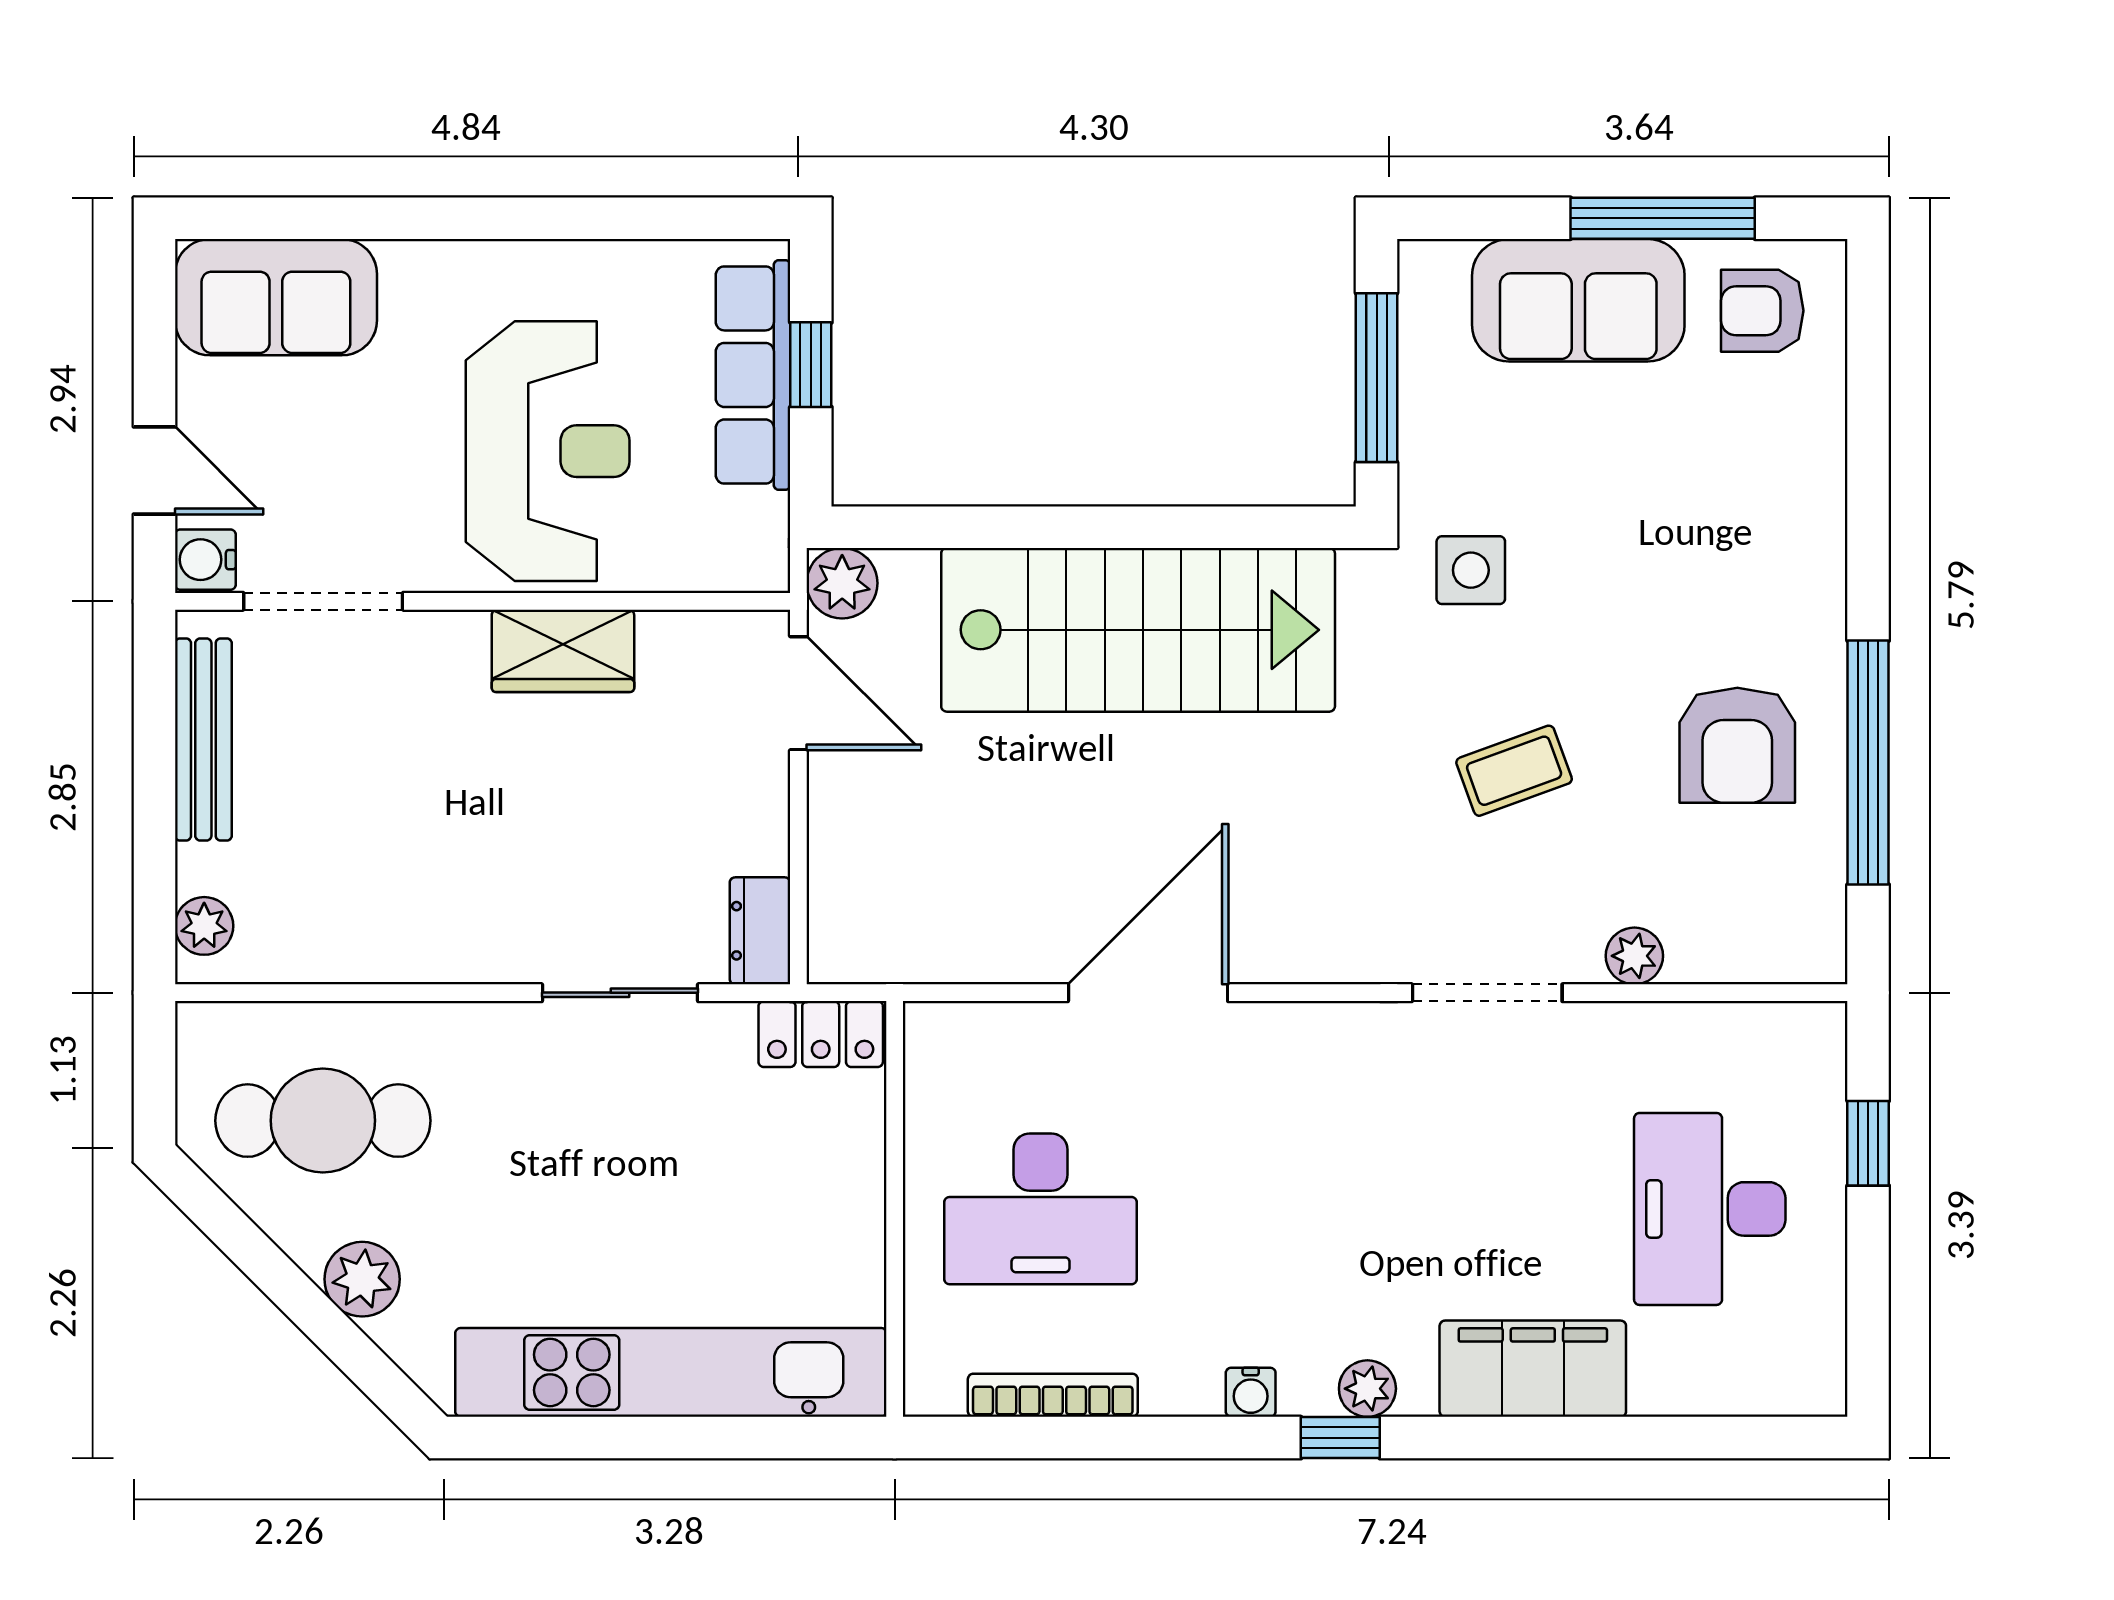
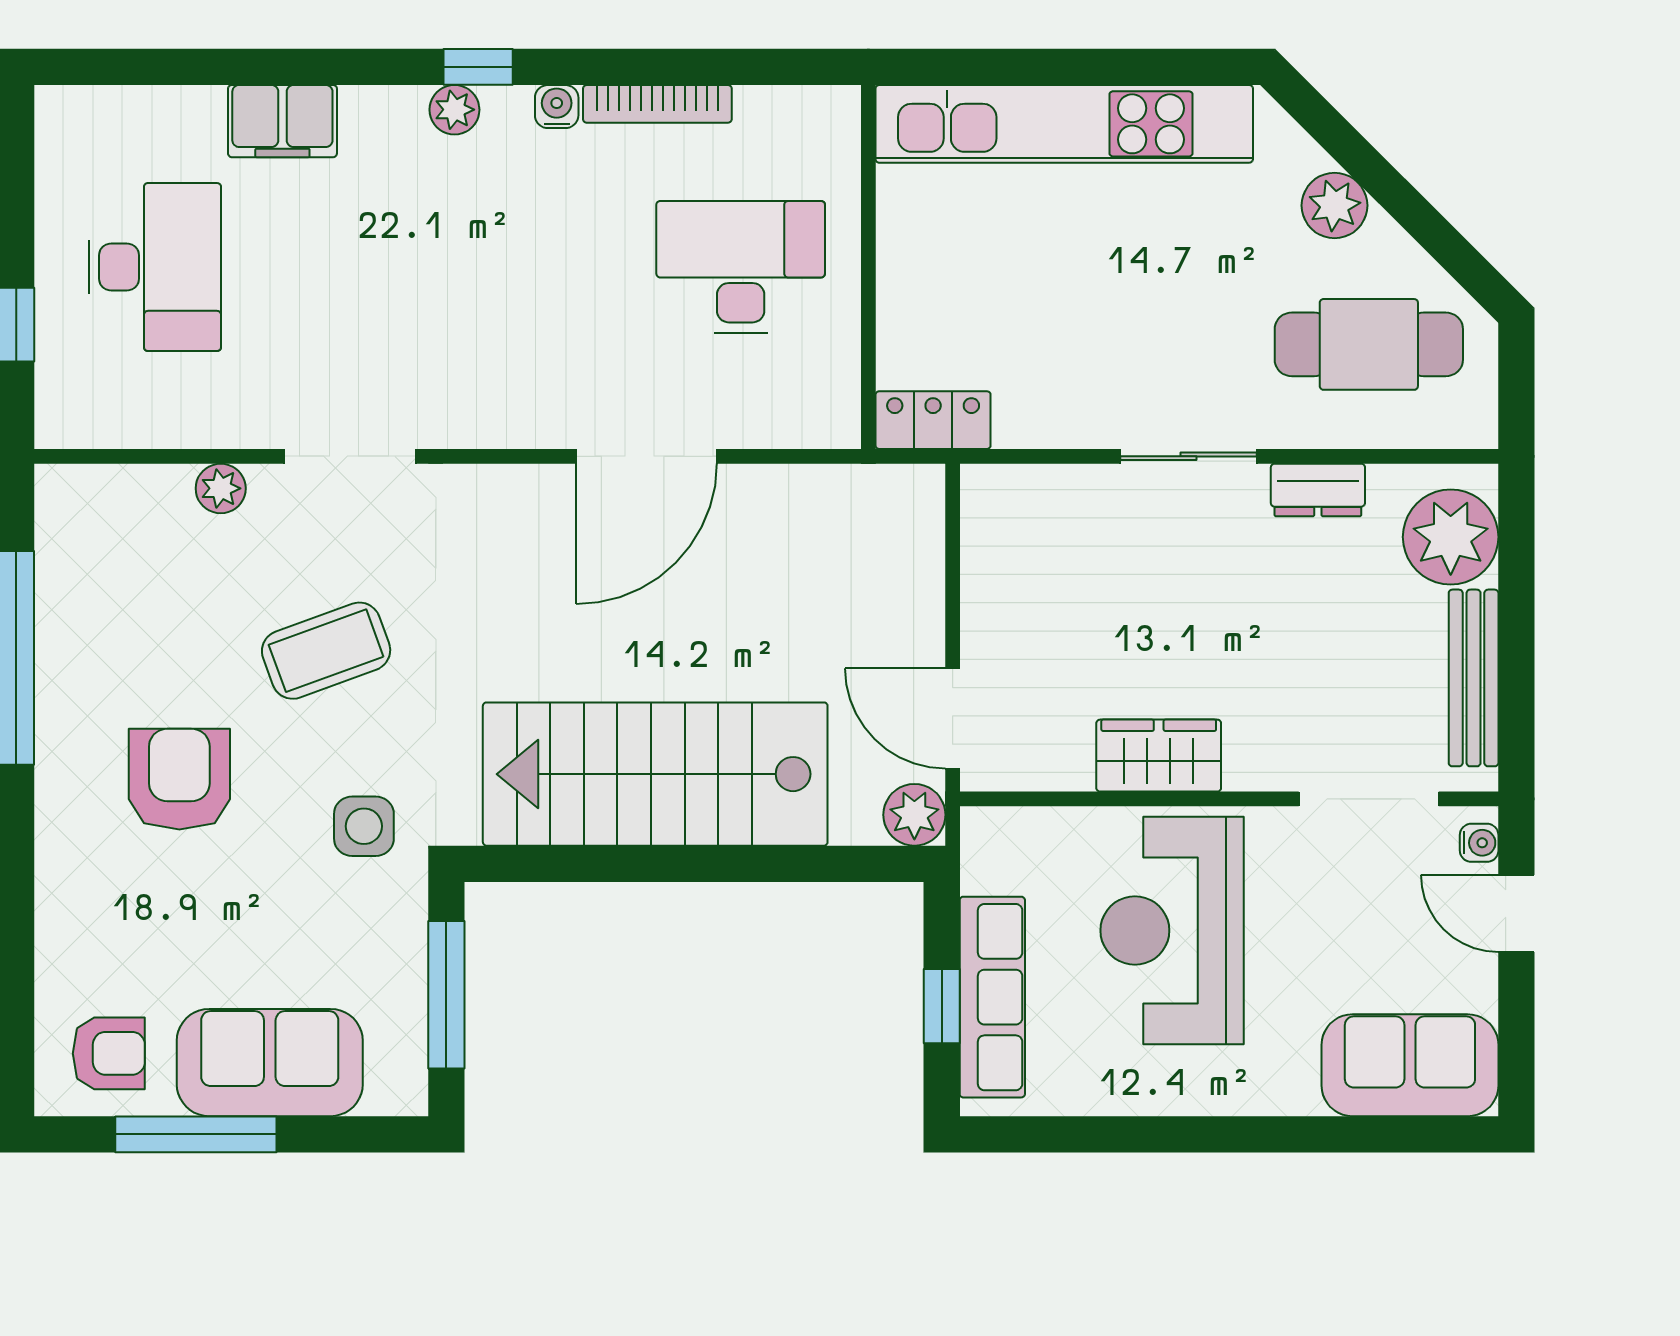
water cooler: (205, 560) -> (1479, 843), width x0.72, depth x0.72
armchair: (1737, 745) -> (179, 779), moved
coffee table: (1514, 771) -> (326, 651), width x1.36, depth x1.30
plant: (204, 926) -> (1451, 537), width x1.87, depth x1.87
dresser: (760, 931) -> (1318, 490), moved, turned 90
sliding door: (620, 993) -> (1188, 456), moved
filing cabinet: (1533, 1369) -> (282, 121), width x0.67, depth x0.86
bookcase: (1053, 1395) -> (657, 104), moved

